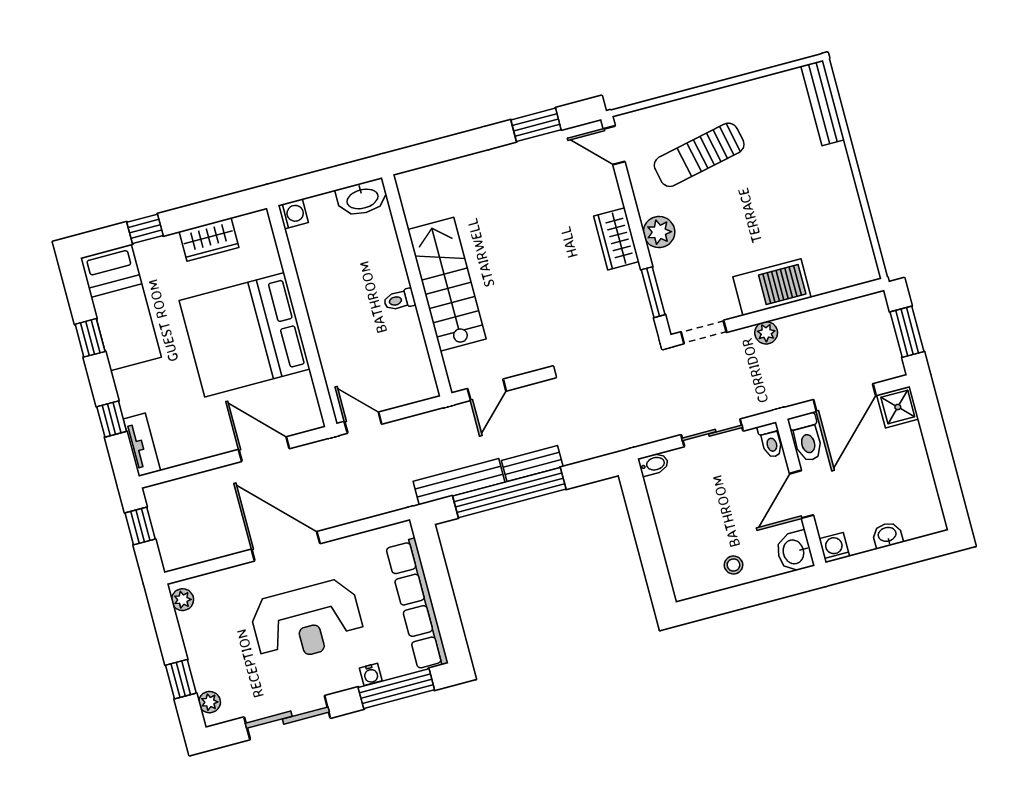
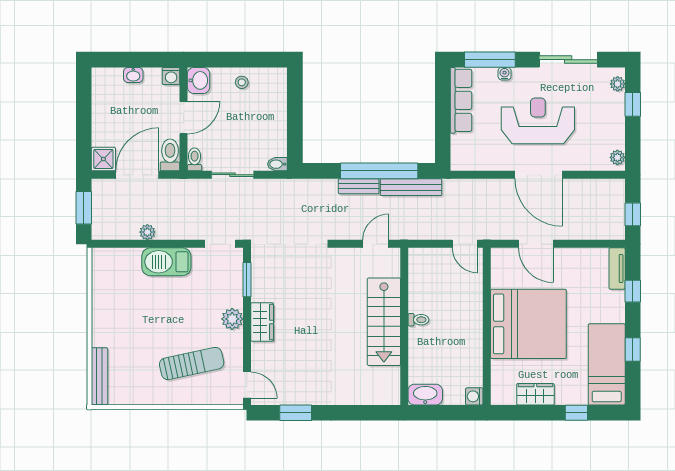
plant: (766, 333) -> (147, 232), moved
row of seats: (417, 604) -> (461, 100), width x0.73

